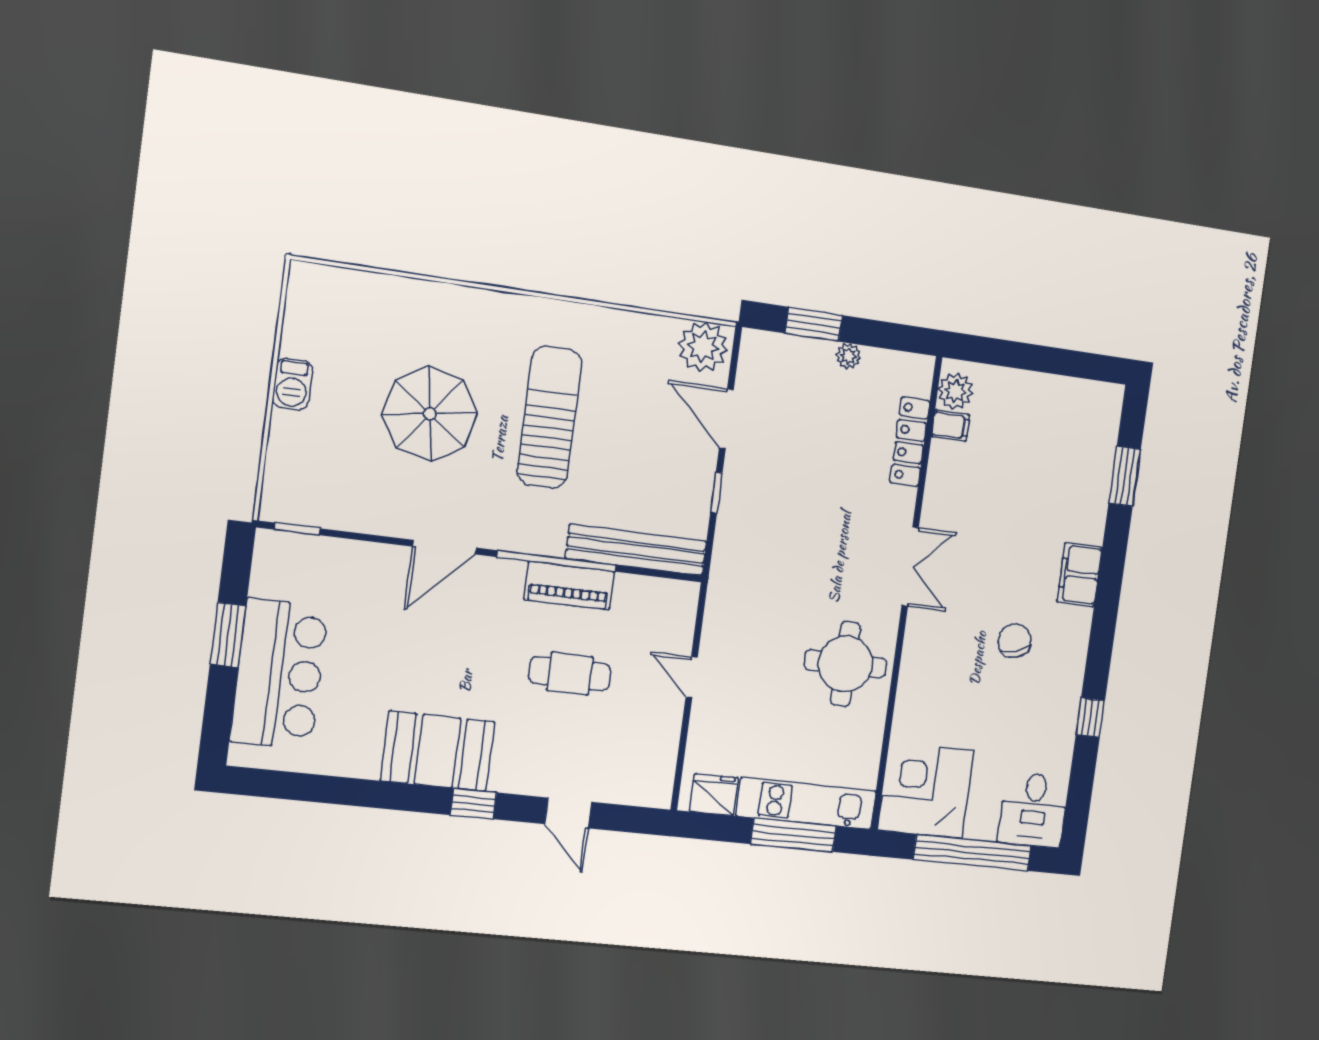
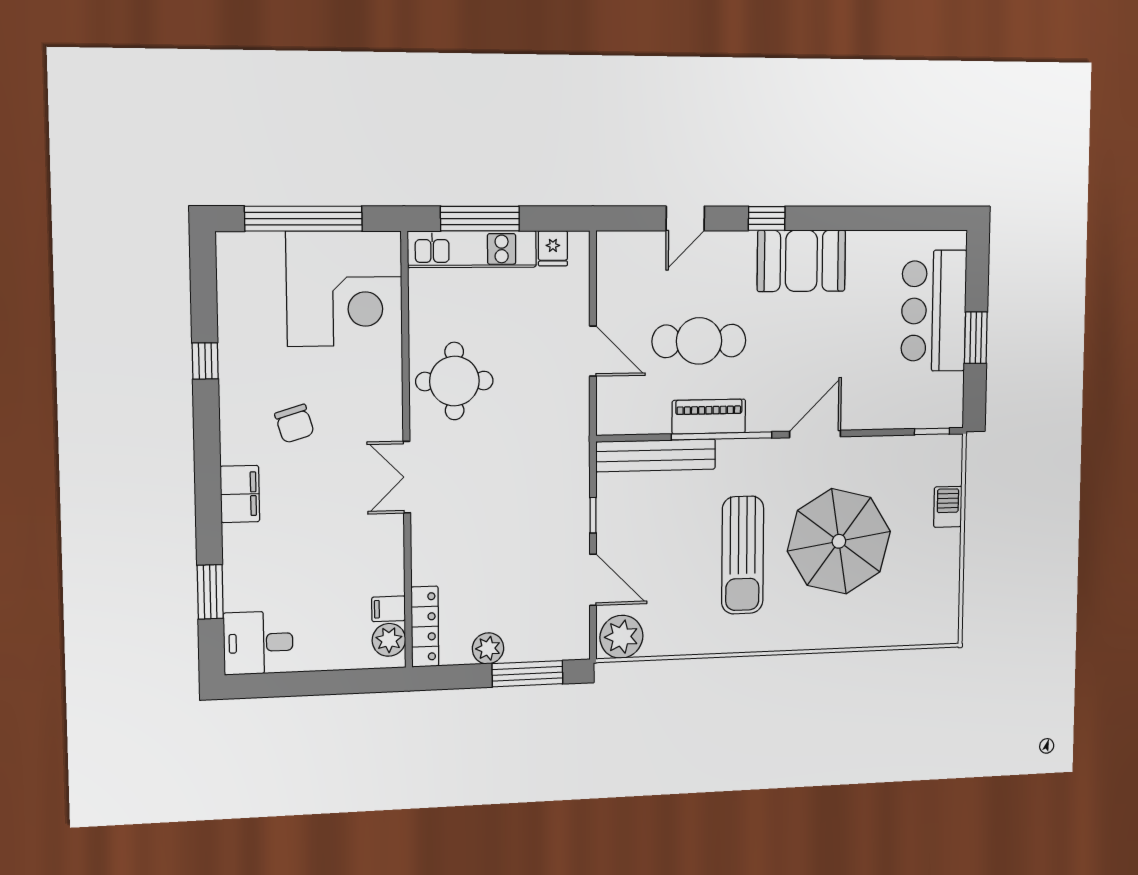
window: (814, 324) -> (527, 674), width x1.44
plant: (848, 356) -> (488, 648), width x1.38, depth x1.38
barbecue: (292, 384) -> (948, 507), moved
parasol: (430, 414) -> (839, 541), width x1.36, depth x1.36
locker: (910, 442) -> (425, 627), moved
cafe table: (570, 674) -> (699, 341), width x1.37, depth x1.35
door: (692, 677) -> (593, 351), width x1.37
corner desk: (926, 790) -> (344, 289), width x1.36, depth x1.36
fridge: (714, 795) -> (553, 248), width x0.72
desk: (1033, 810) -> (258, 643), moved, turned -90
door: (568, 813) -> (685, 218), swing flipped

